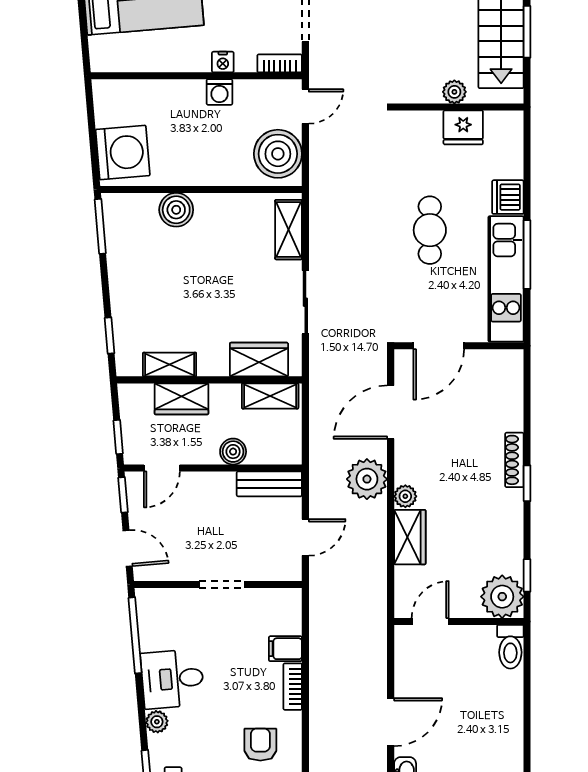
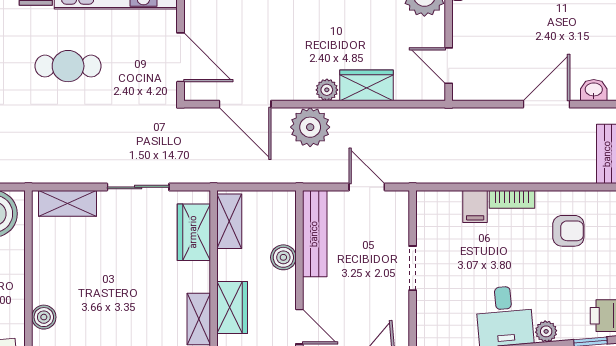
boiler: (176, 210) -> (44, 317), width x0.73, depth x0.73
bench: (269, 484) -> (315, 234), width x1.36
door: (391, 722) -> (546, 104), hinge flipped
armchair: (260, 745) -> (568, 231), turned 180

